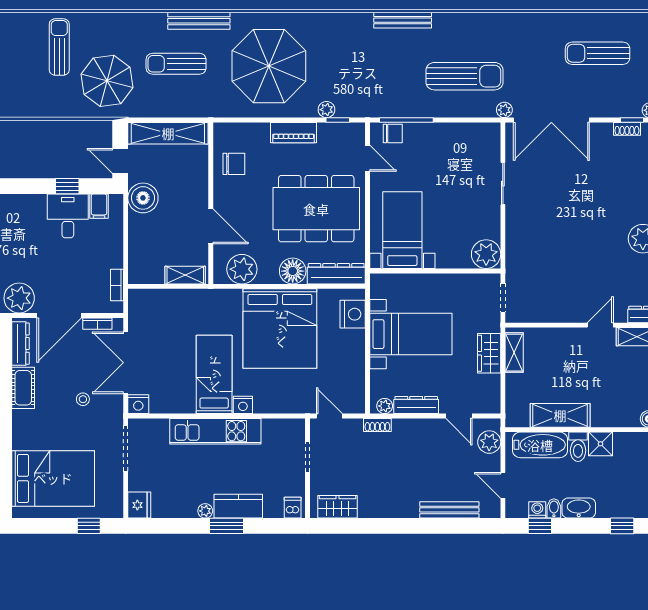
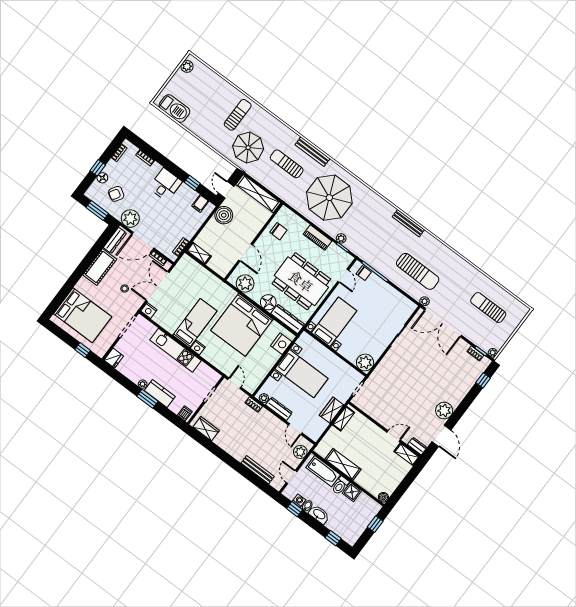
desk: (68, 216) -> (165, 185), moved
shelving: (185, 275) -> (199, 253), moved
cot: (23, 388) -> (100, 267), width x1.37, depth x1.34

